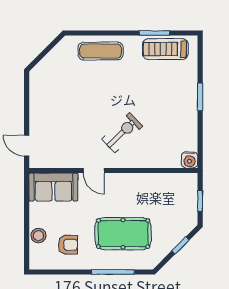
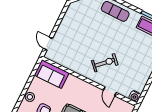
door: (94, 171) -> (110, 91), moved

